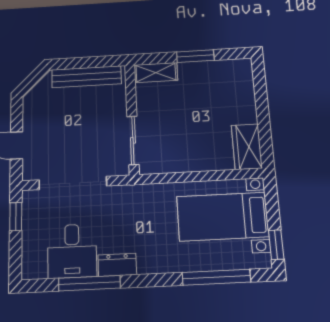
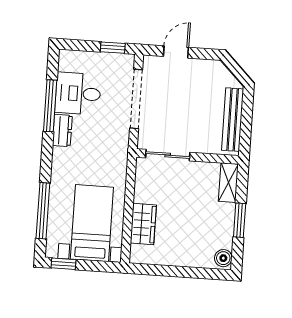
boiler: (240, 68) -> (223, 258), added
wardrobe: (247, 147) -> (143, 224), moved, turned 90

